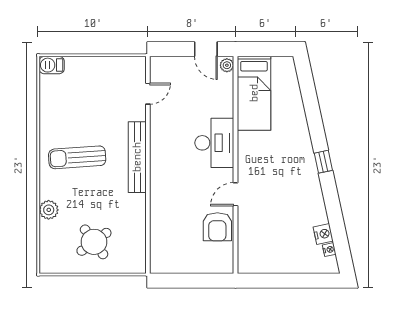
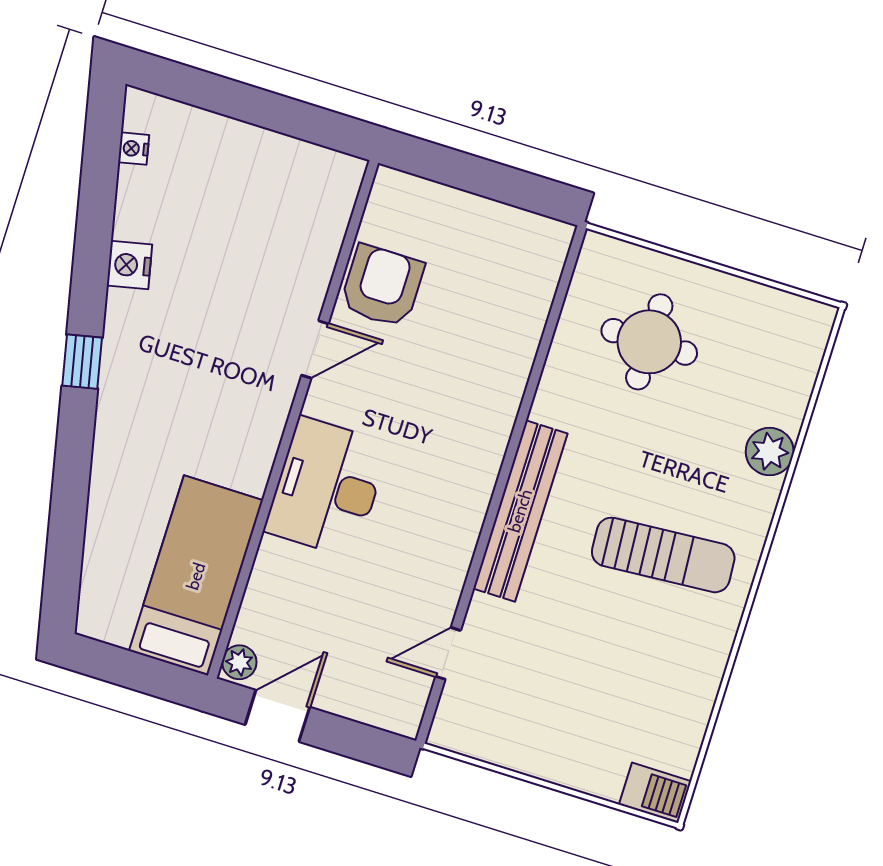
door: (206, 49) -> (277, 716), hinge flipped
nightstand: (323, 234) -> (129, 265), moved
round table: (94, 242) -> (649, 342), moved, turned 36

